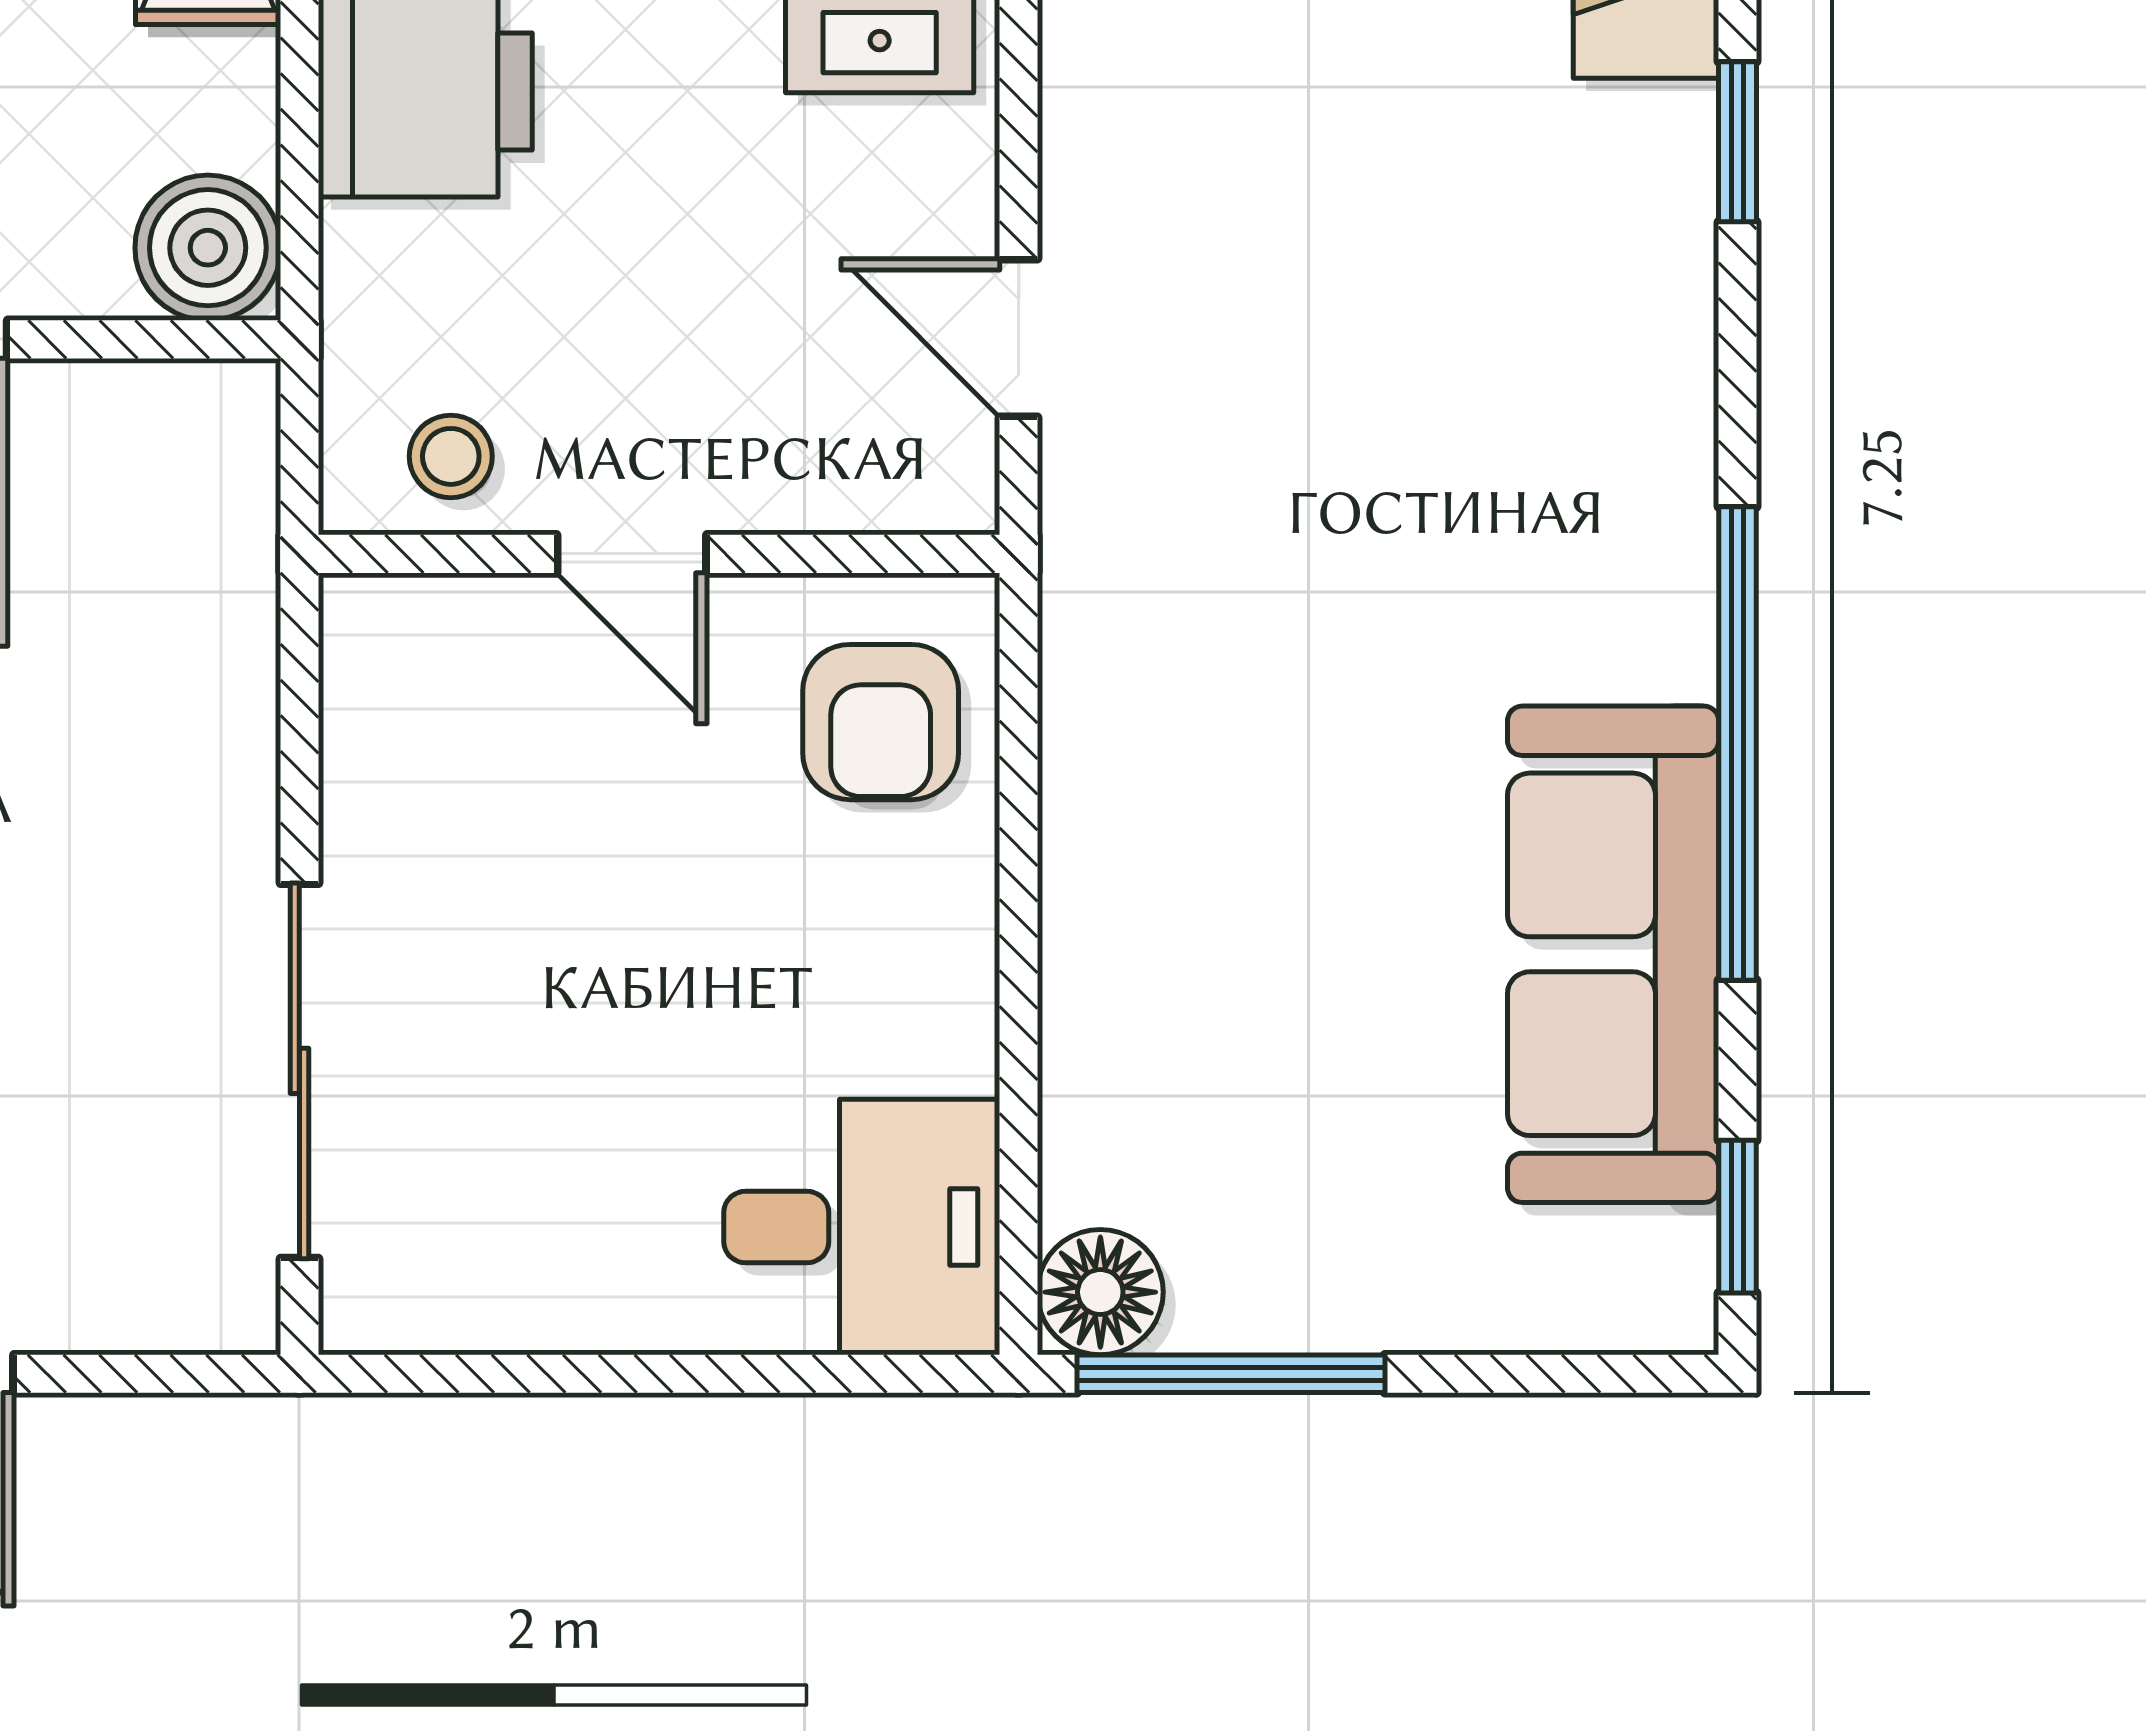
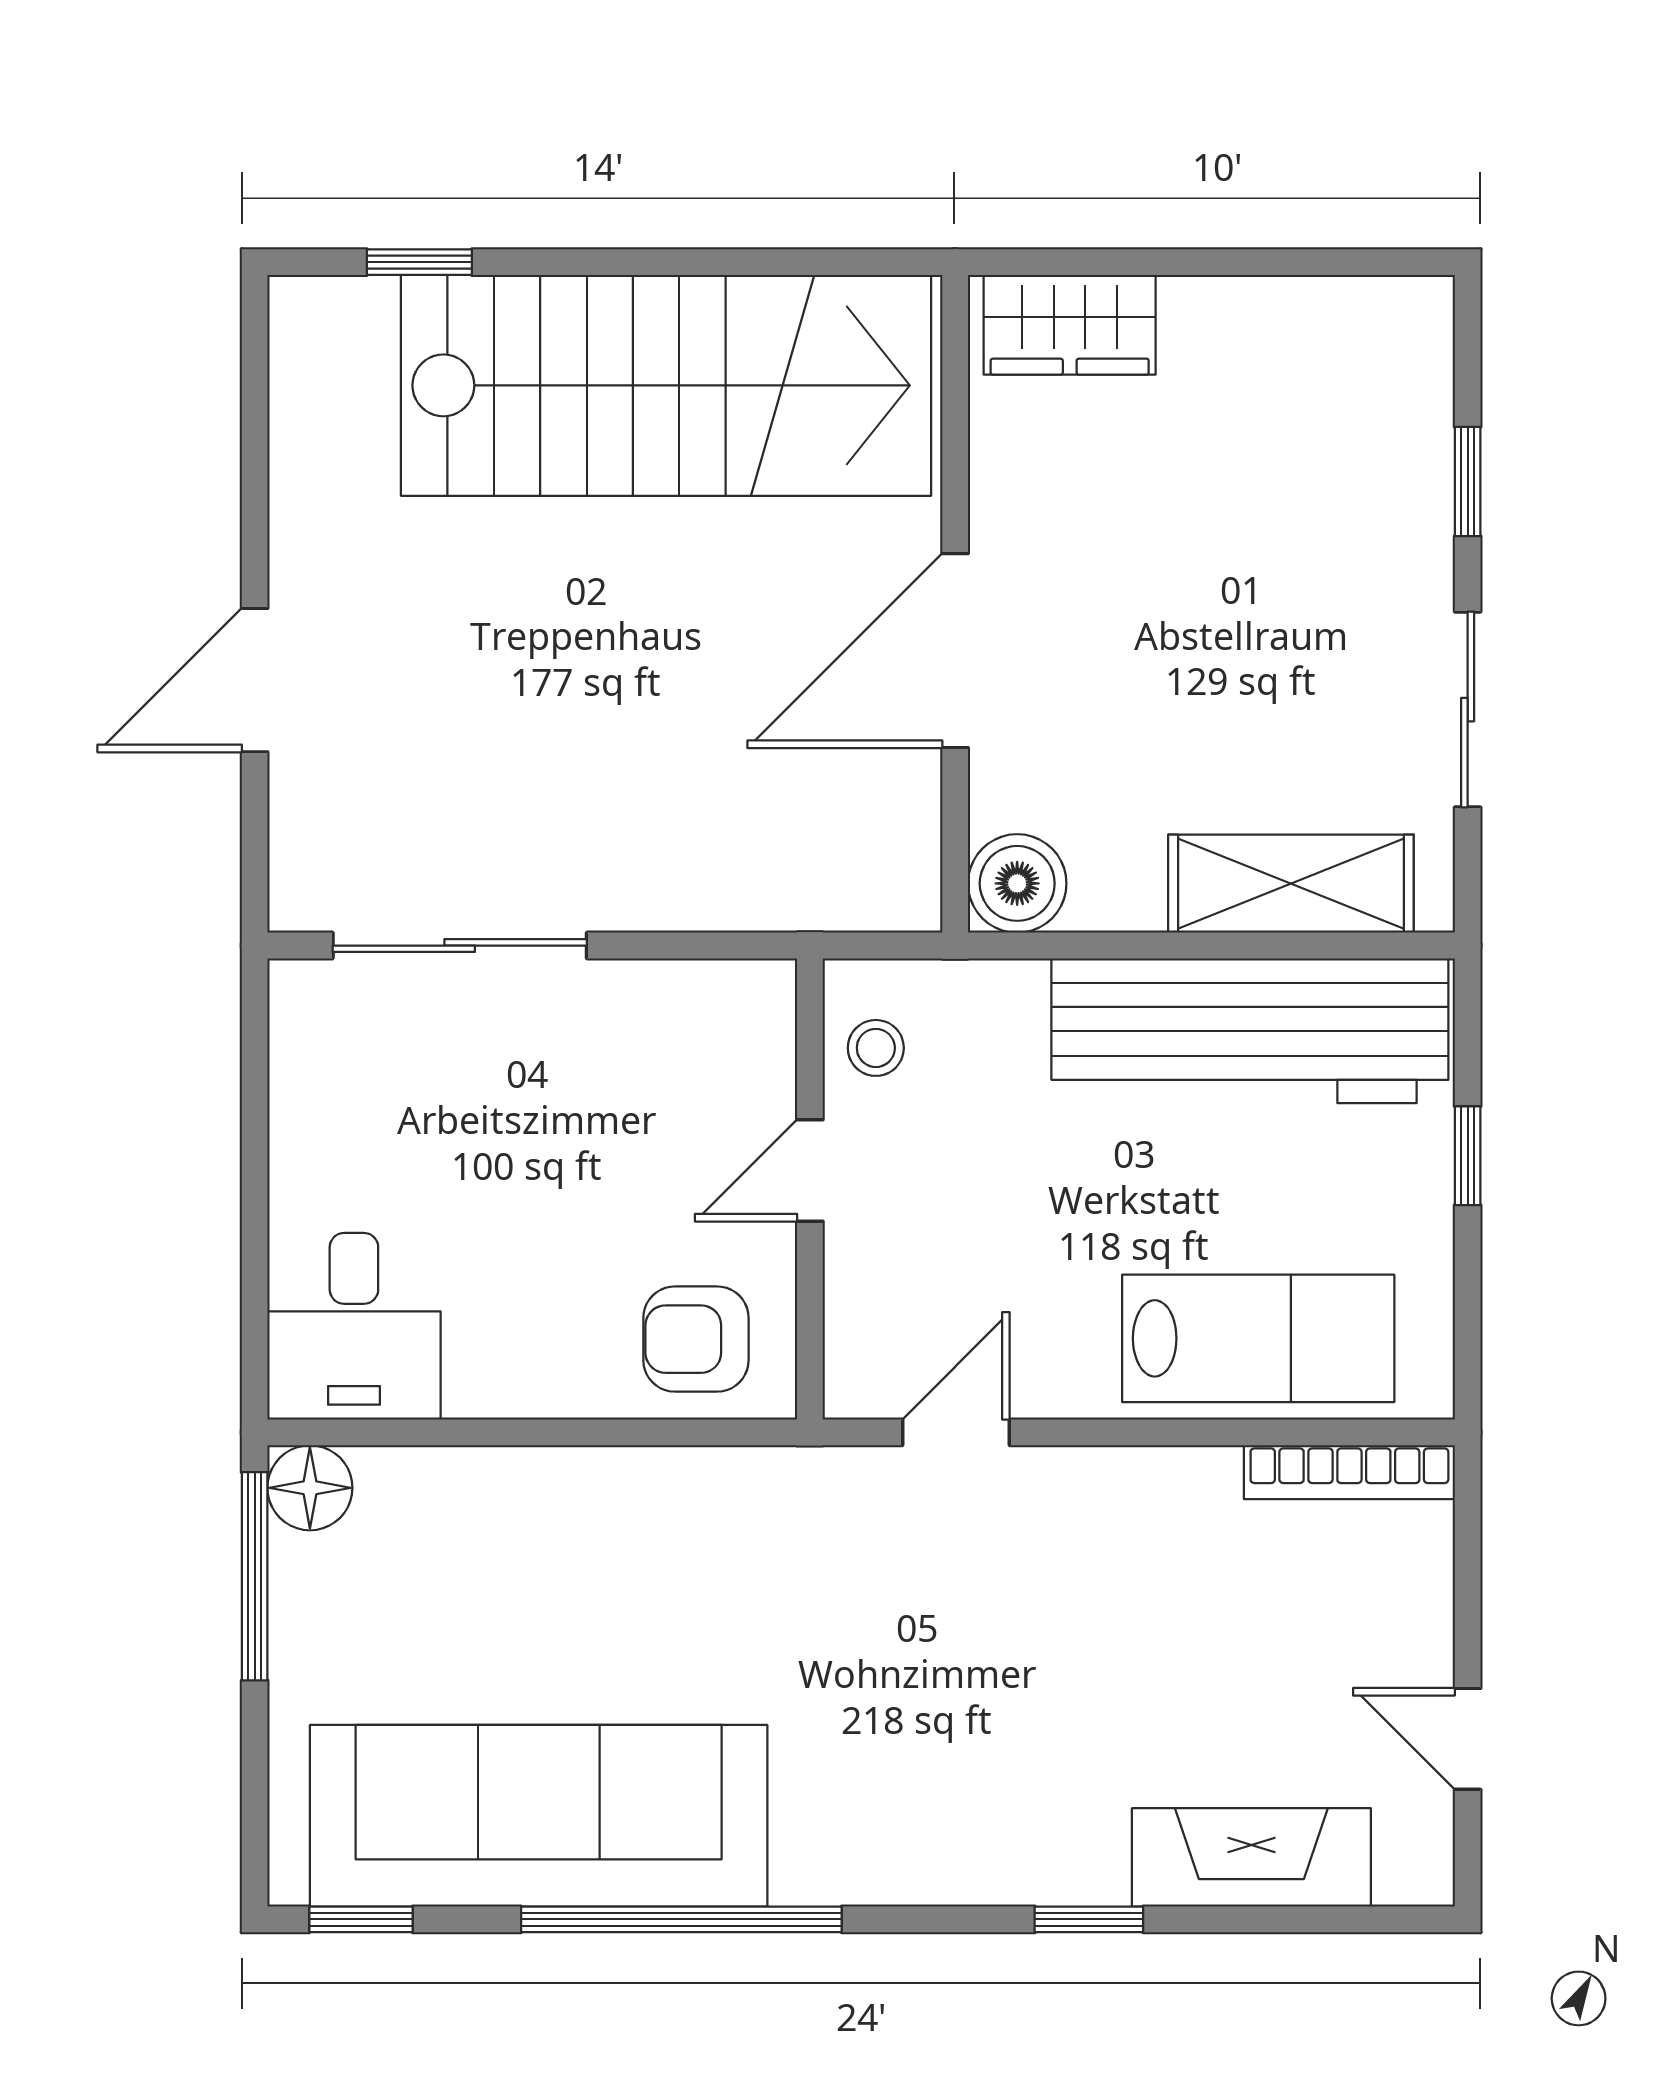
sofa: (1613, 954) -> (539, 1816), width x1.36, depth x1.27

